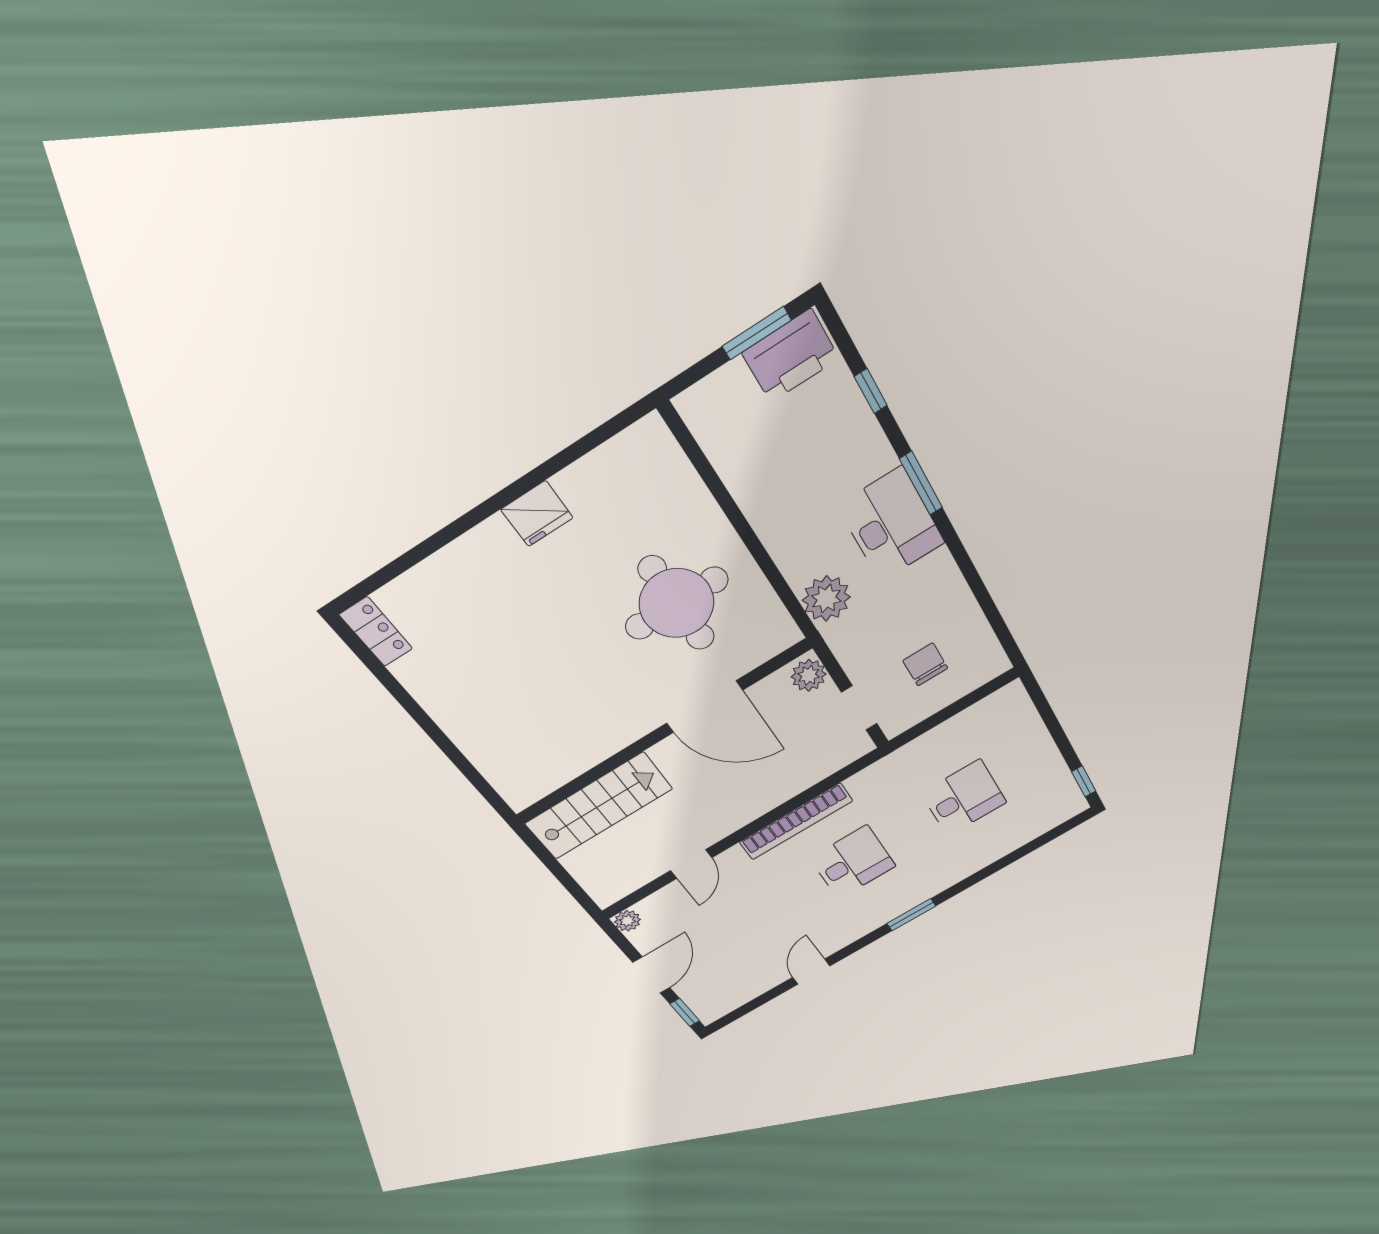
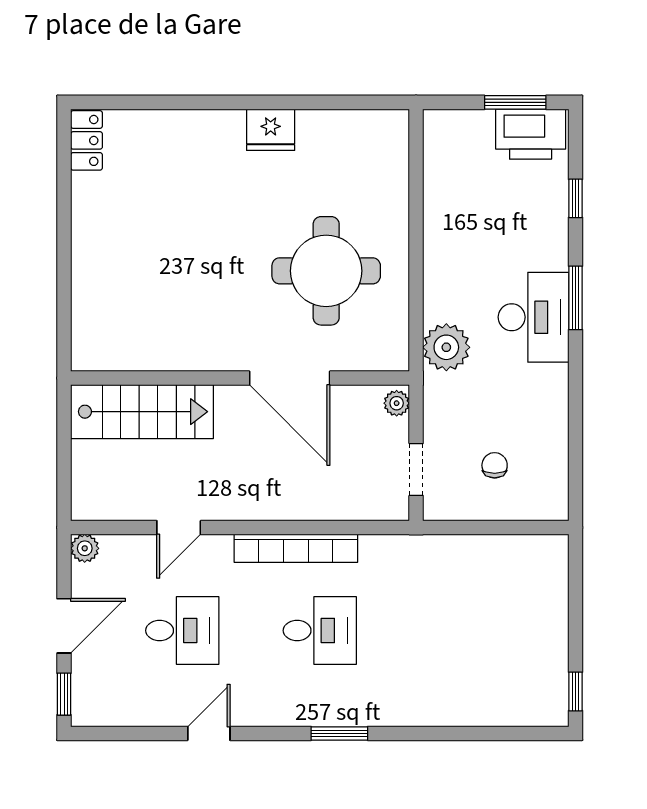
chair: (925, 664) -> (495, 465), width x0.73, depth x0.73
plant: (809, 675) -> (397, 403), width x0.73, depth x0.73
desk: (964, 798) -> (182, 631), moved

